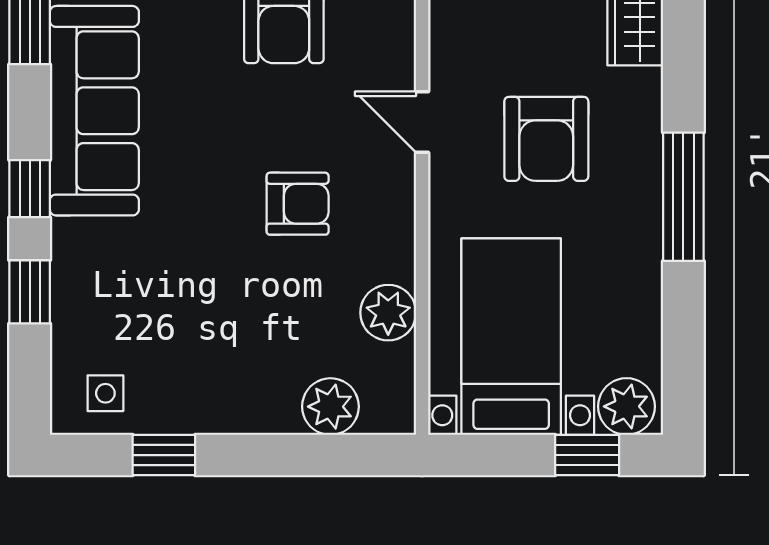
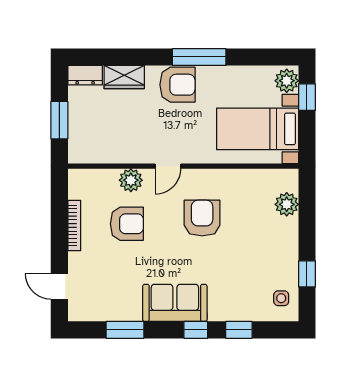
sofa: (94, 111) -> (175, 303), width x0.73
armchair: (546, 139) -> (177, 85), moved
armchair: (298, 204) -> (202, 218), width x1.38, depth x1.38
plant: (388, 313) -> (131, 180), moved

